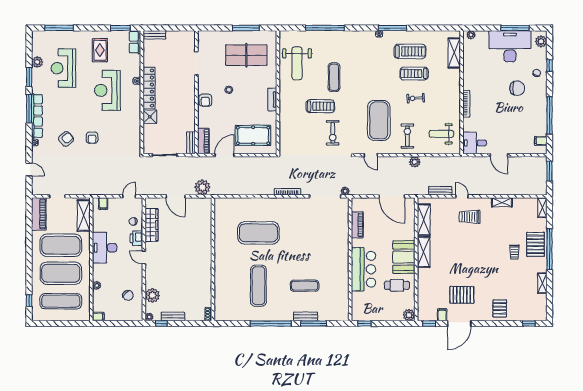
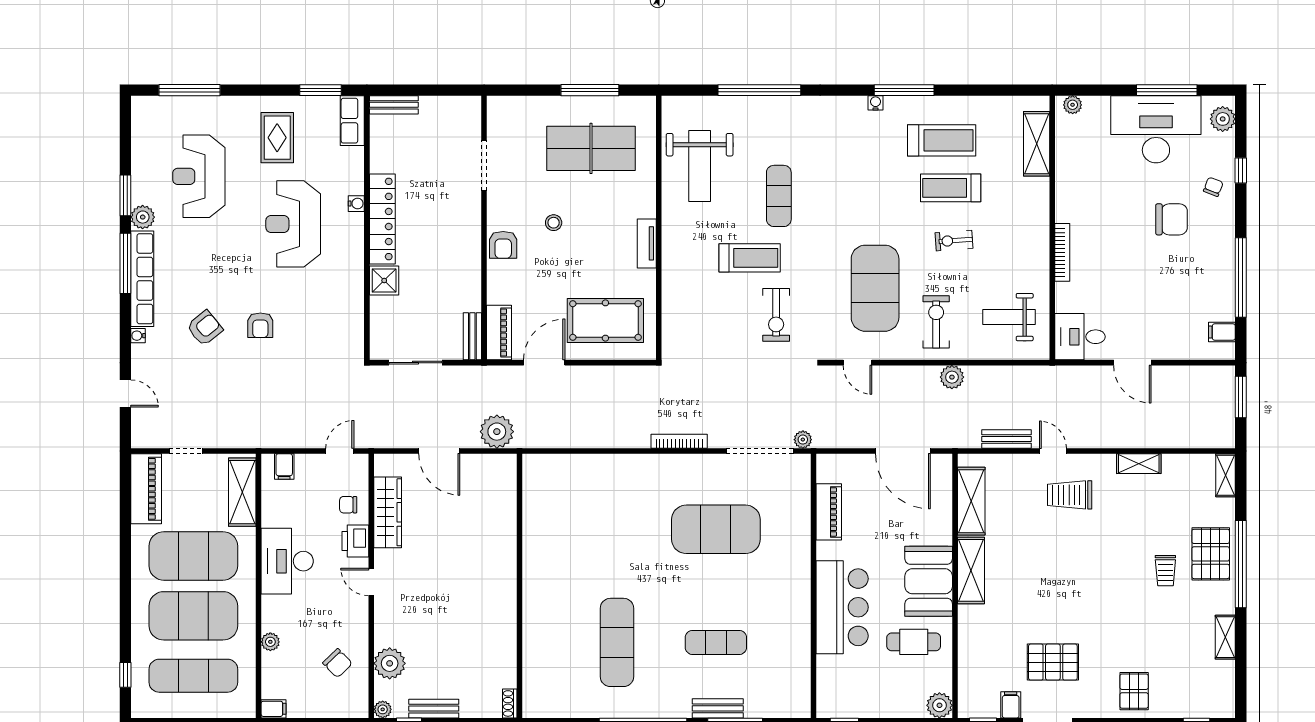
plant: (37, 62) -> (143, 217), moved
exercise mat: (258, 233) -> (716, 529), moved

